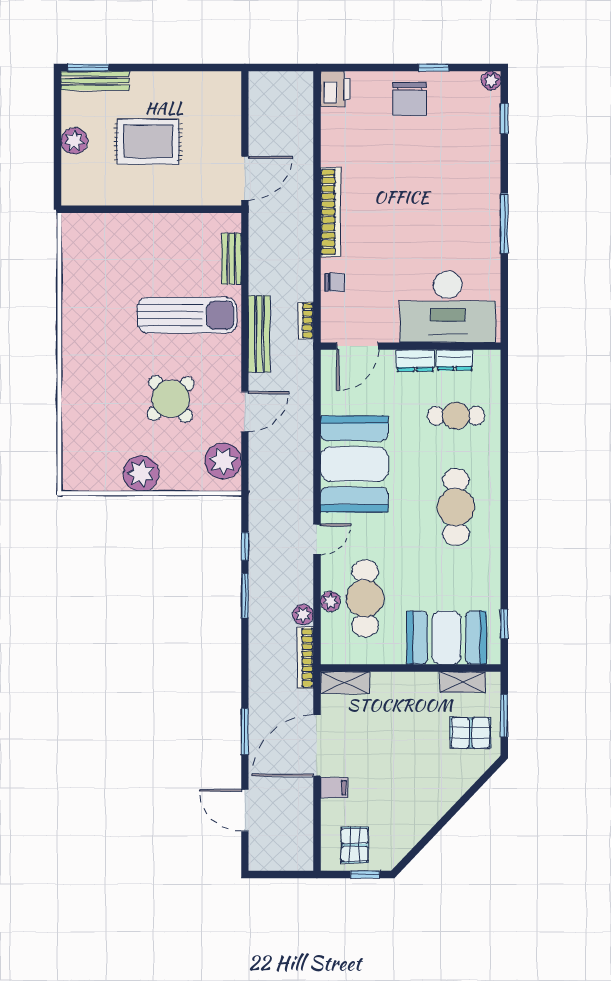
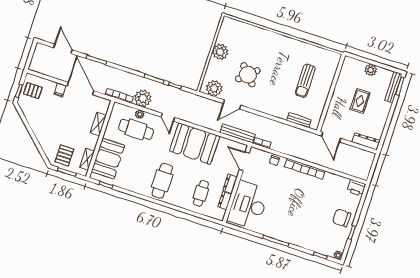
dresser: (230, 101) -> (366, 141), added
rug: (148, 142) -> (360, 101), width x0.73, depth x0.70
sun lounger: (187, 315) -> (305, 81), moved, width x0.73, depth x0.75
bench: (259, 334) -> (238, 133), moved
door: (245, 412) -> (232, 104), hinge flipped
cafe table: (456, 507) -> (162, 181), turned 90
plant: (303, 615) -> (143, 98), width x1.87, depth x1.87
shelving: (345, 683) -> (98, 124), moved
door: (245, 810) -> (63, 49), hinge flipped

